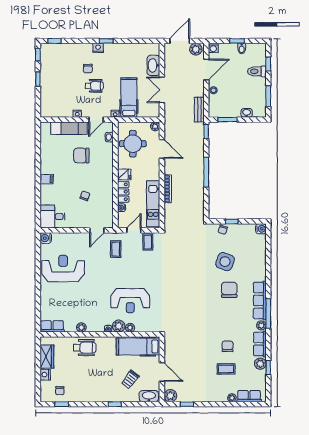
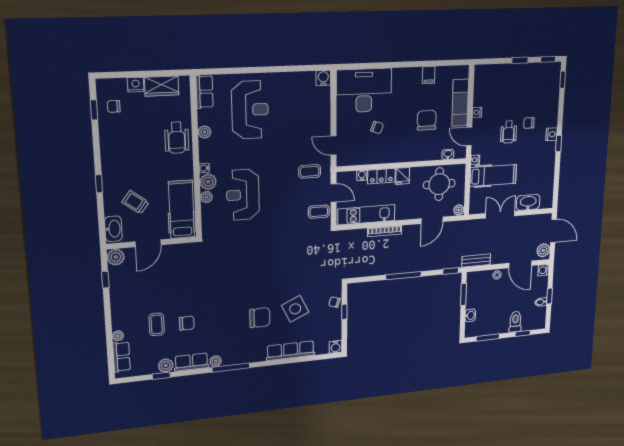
filing cabinet: (47, 179) -> (429, 75), moved
desk: (53, 217) -> (364, 91), width x1.87, depth x1.30
side table: (225, 262) -> (295, 309), turned 45
reception desk: (63, 269) -> (250, 110), moved
row of seats: (260, 300) -> (291, 351), moved

